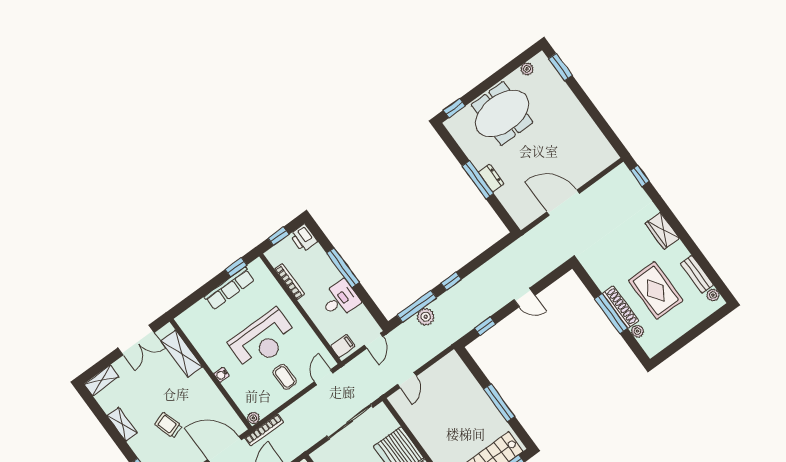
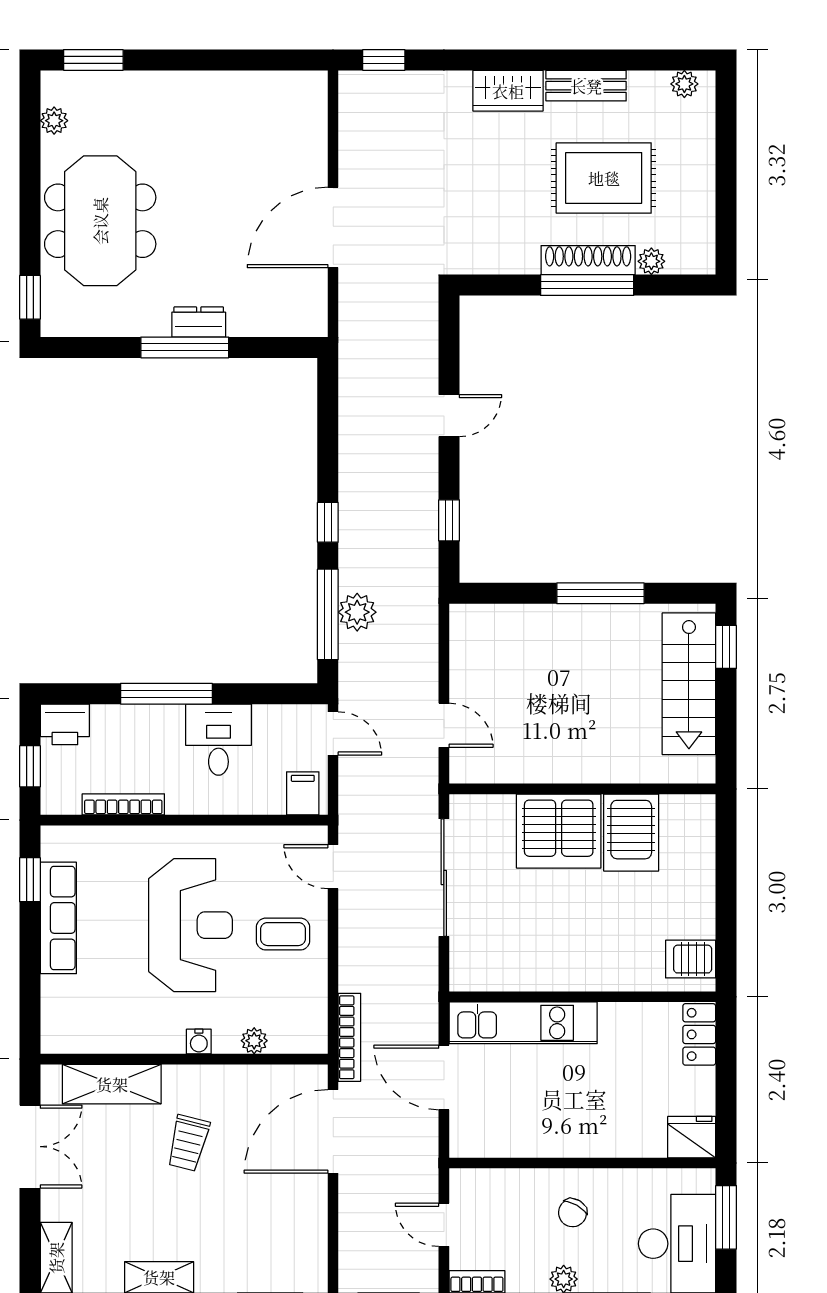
bench: (697, 274) -> (586, 86), moved
plant: (253, 418) -> (254, 1041), moved
trolley: (168, 425) -> (188, 1143), moved, turned -59

